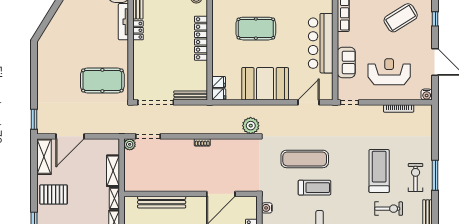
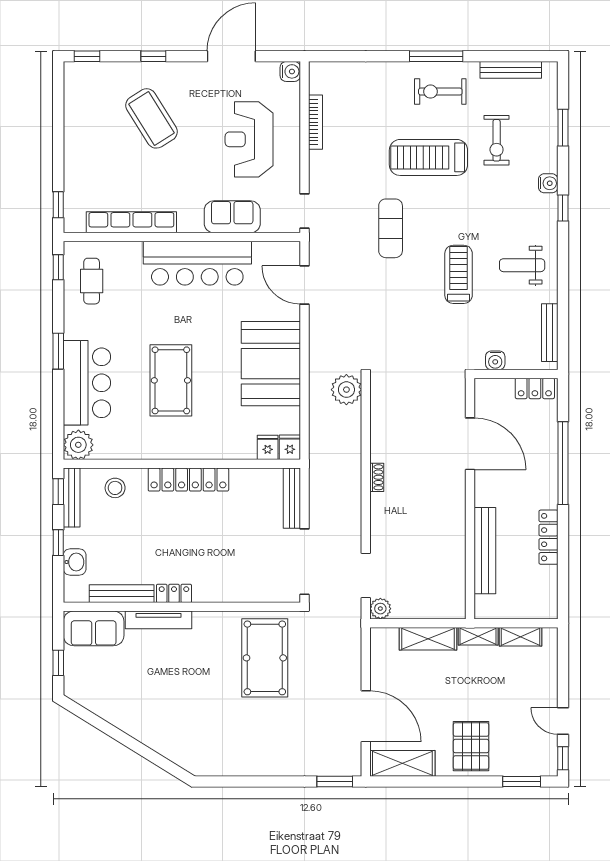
exercise mat: (305, 159) -> (391, 228), moved, width x0.73, depth x0.69
exercise bike: (389, 209) -> (497, 140), turned 180

